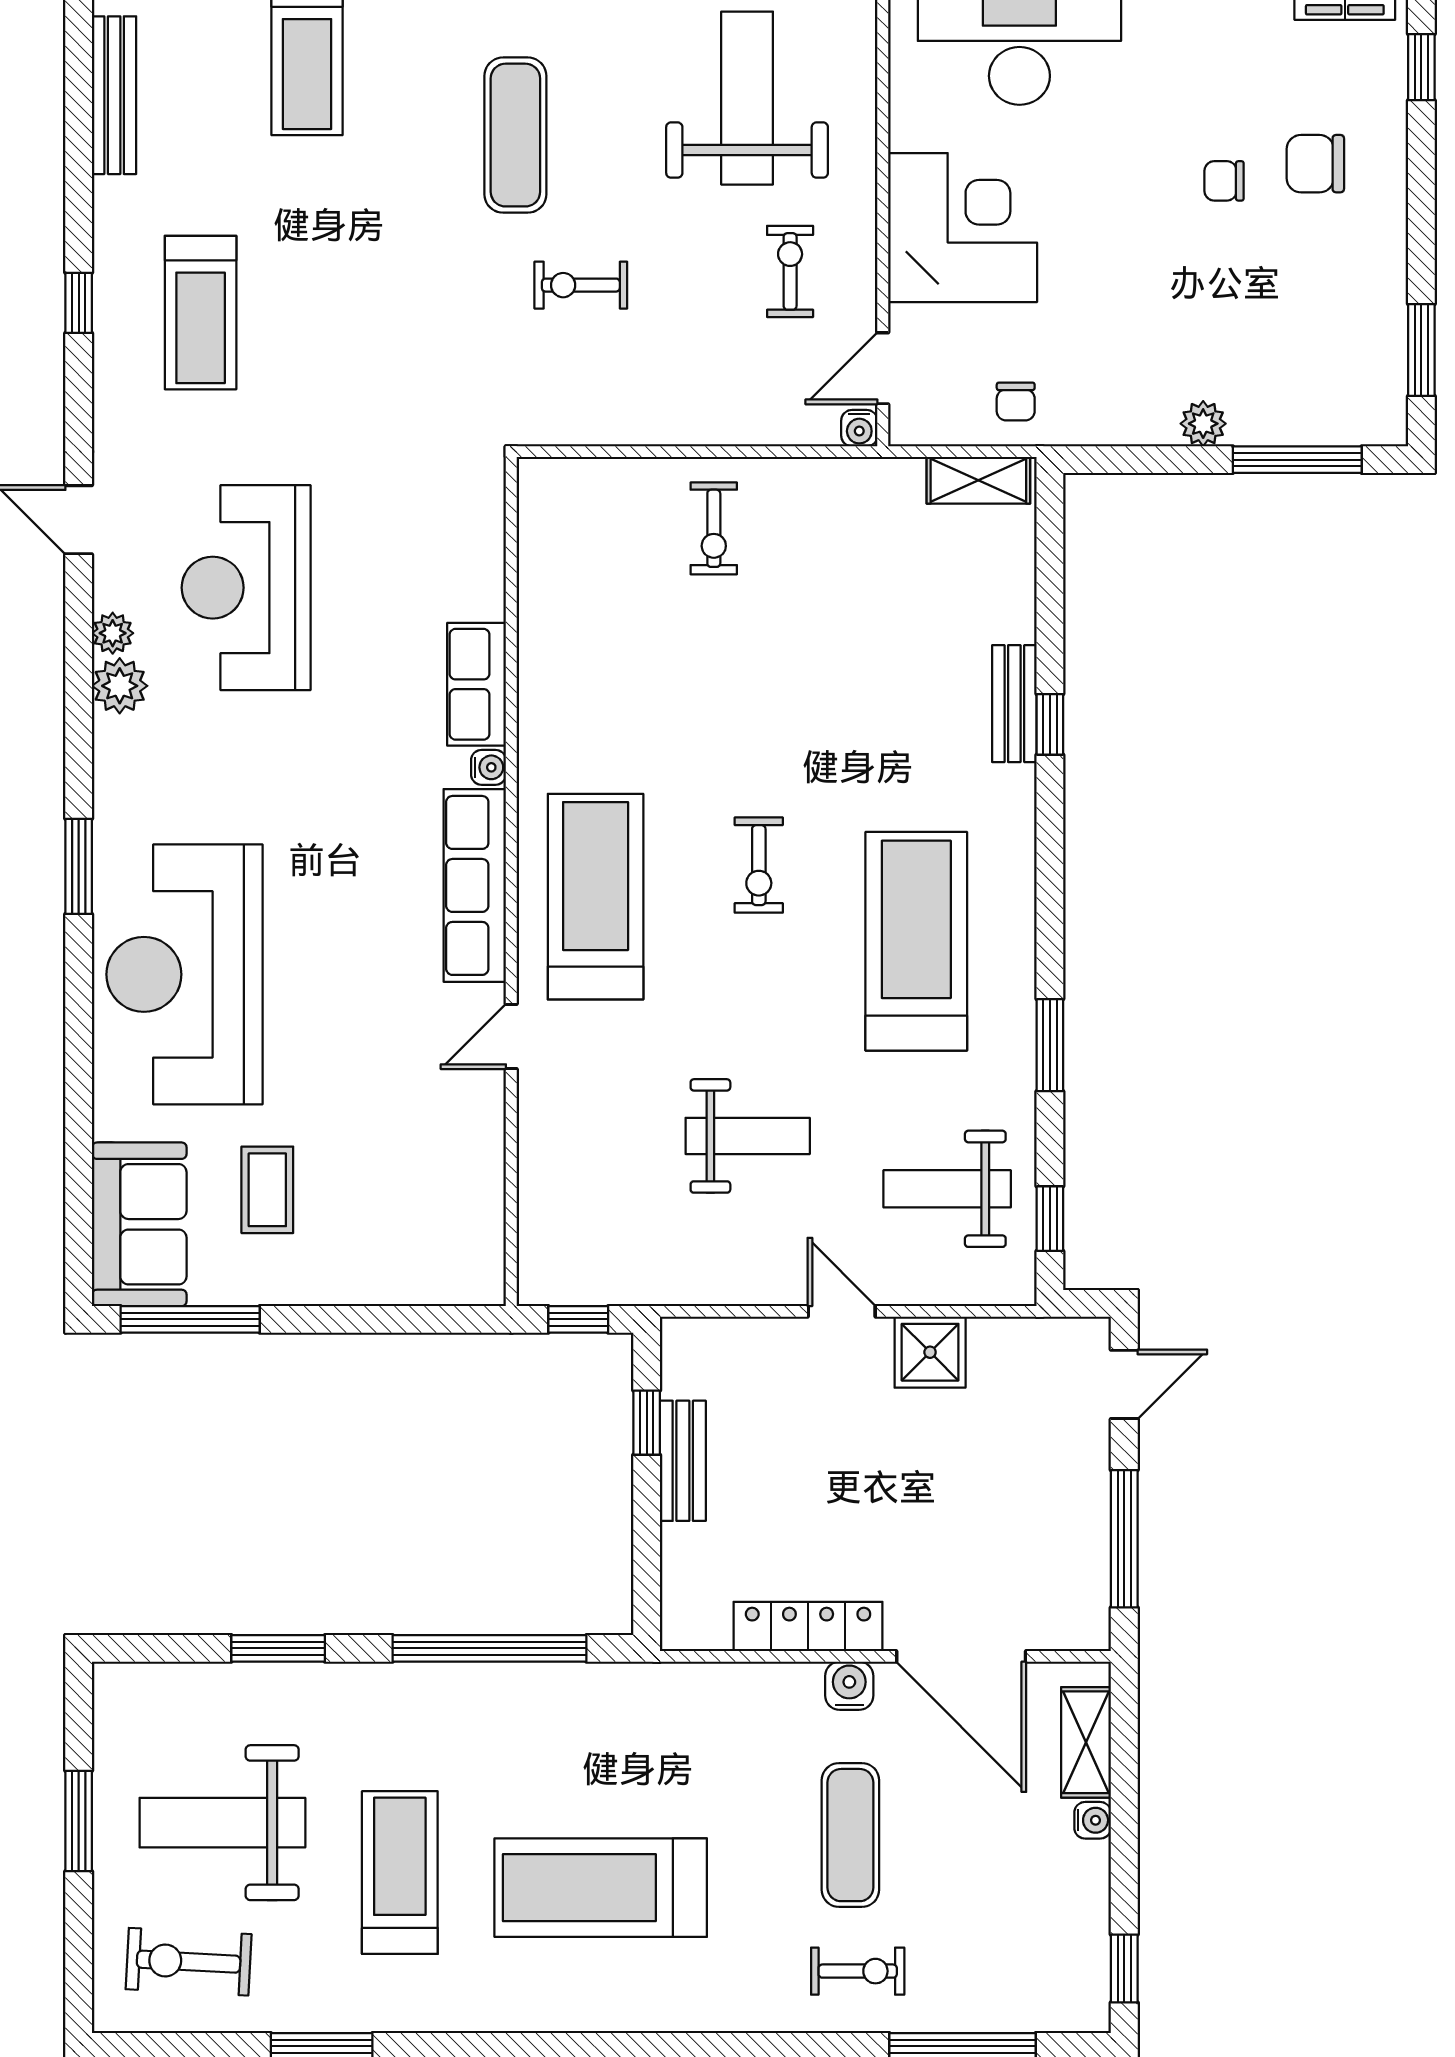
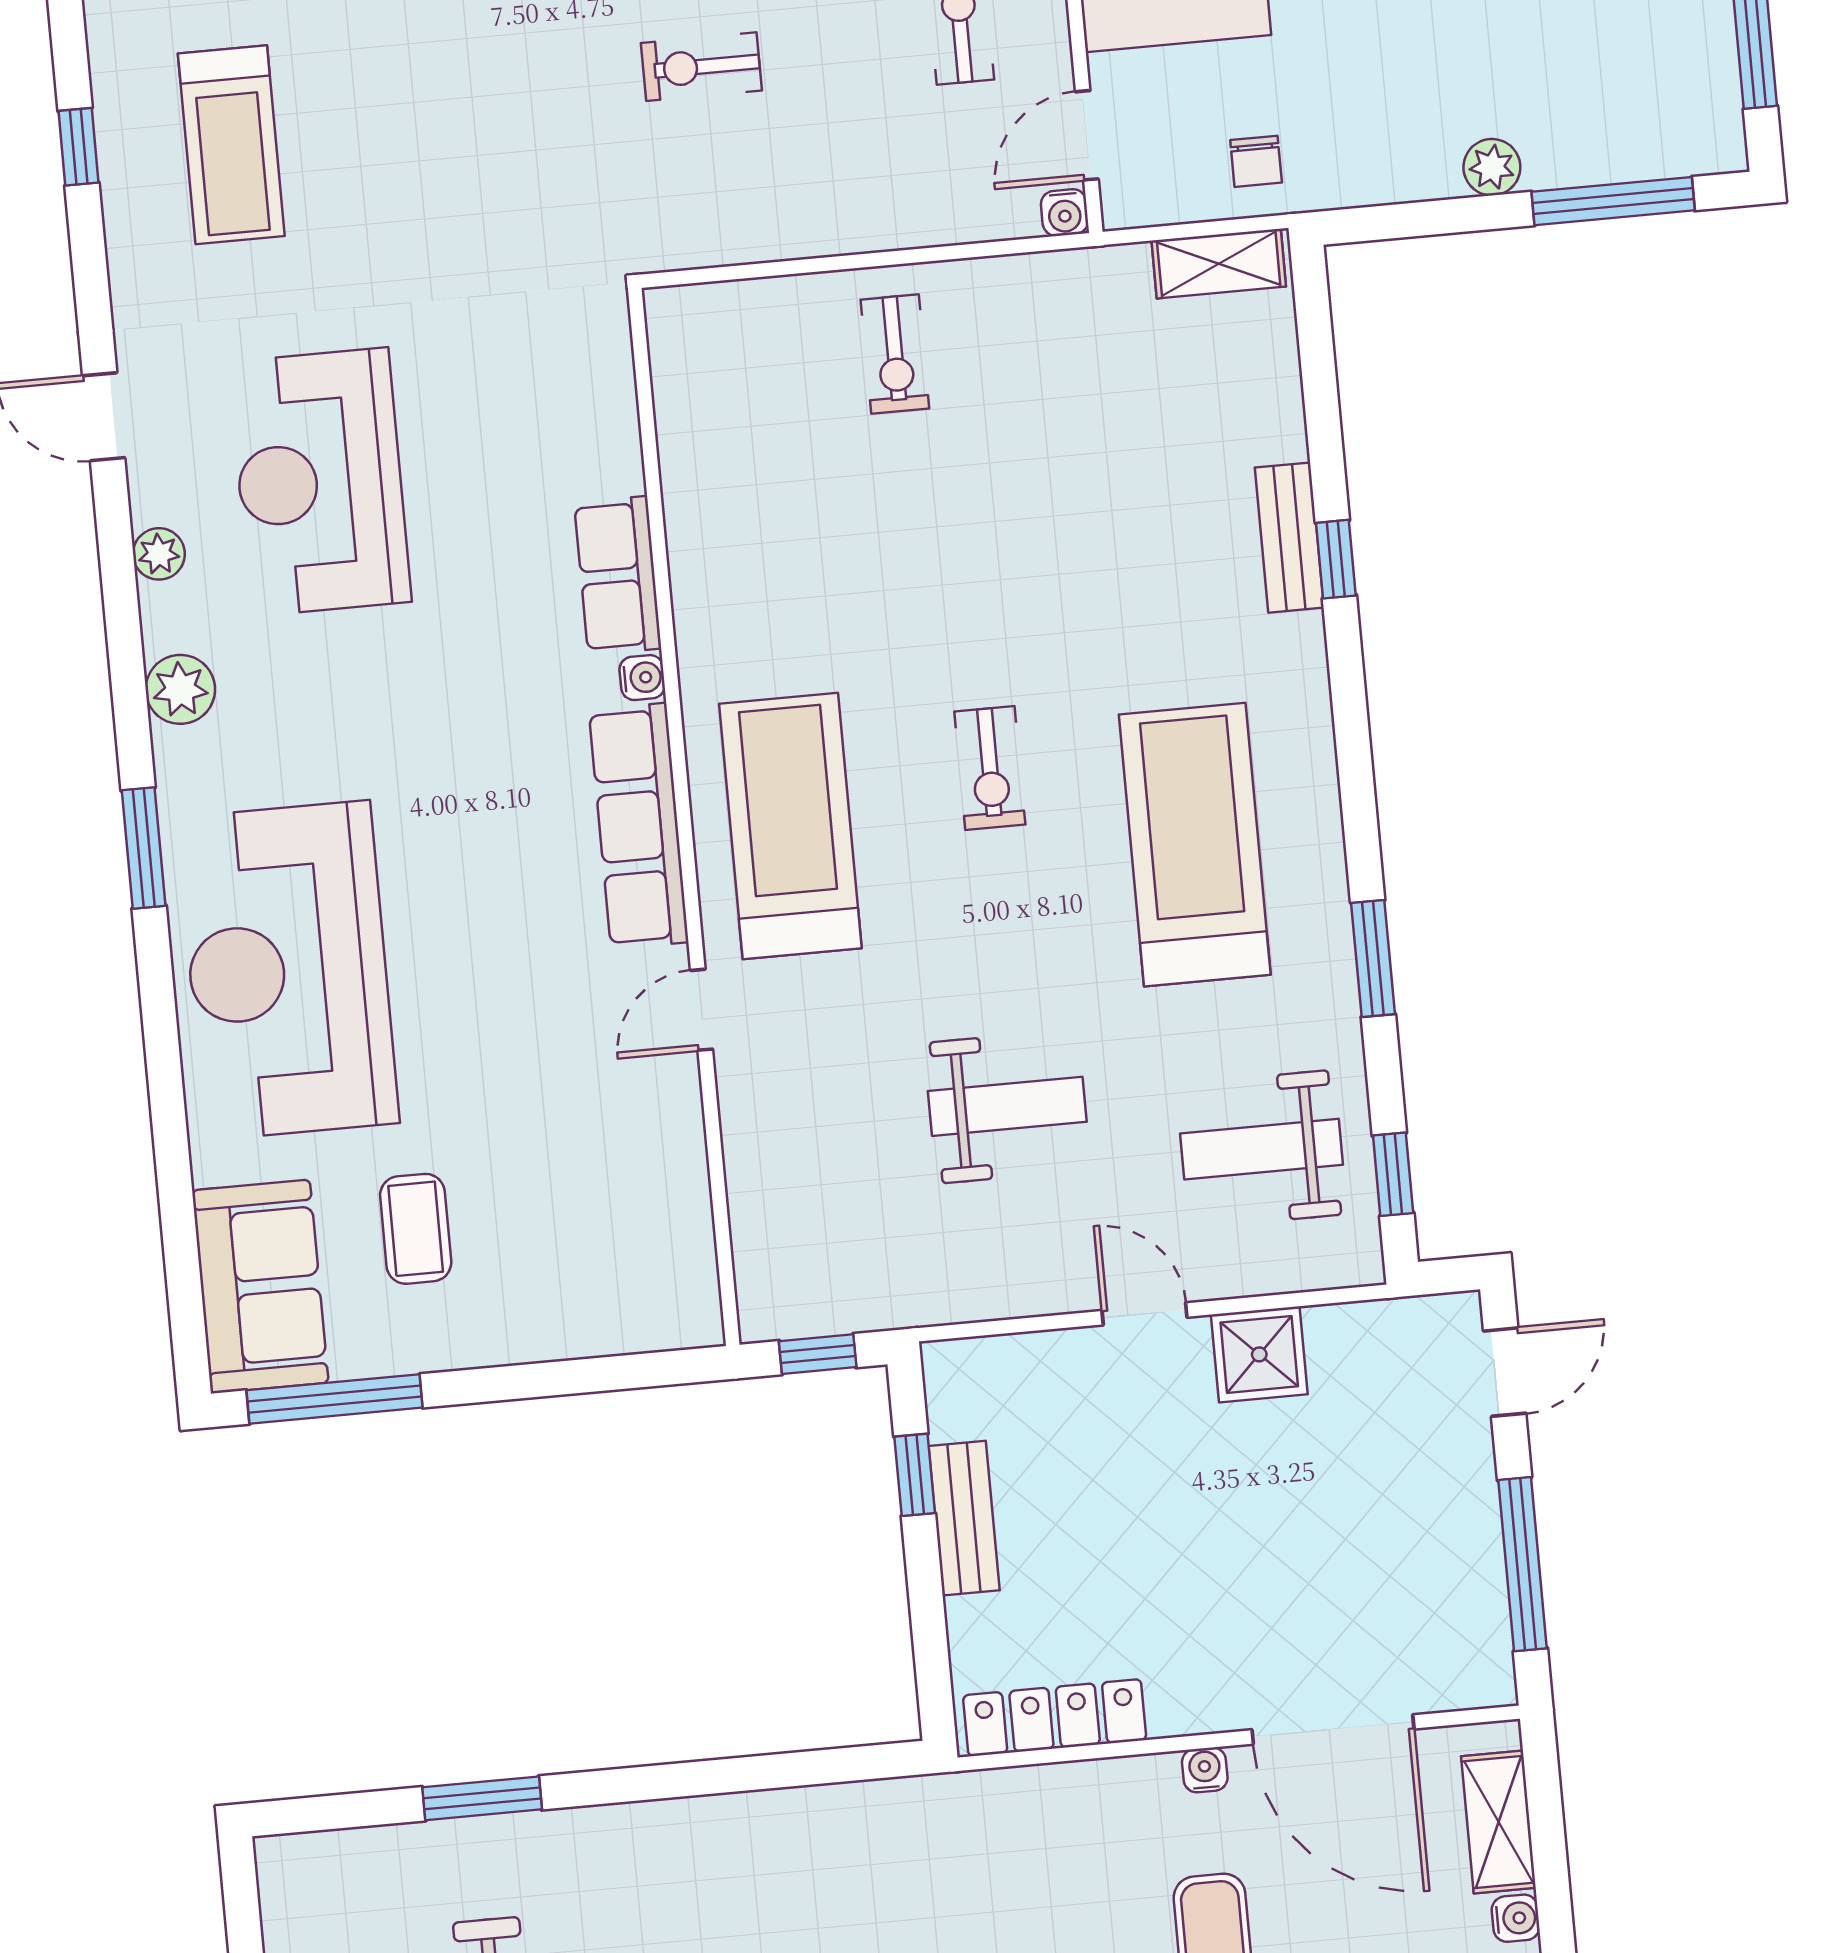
plant: (120, 686) -> (180, 689), moved
locker: (808, 1626) -> (1055, 1718), moved
window: (489, 1648) -> (745, 1774), removed
water cooler: (849, 1686) -> (1205, 1770), width x0.72, depth x0.72

